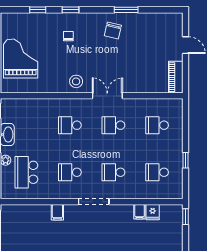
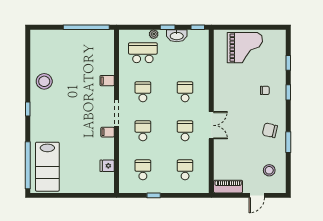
stool: (76, 81) -> (269, 170), moved
filing cabinet: (139, 212) -> (108, 132), moved
window: (186, 217) -> (103, 195), removed

